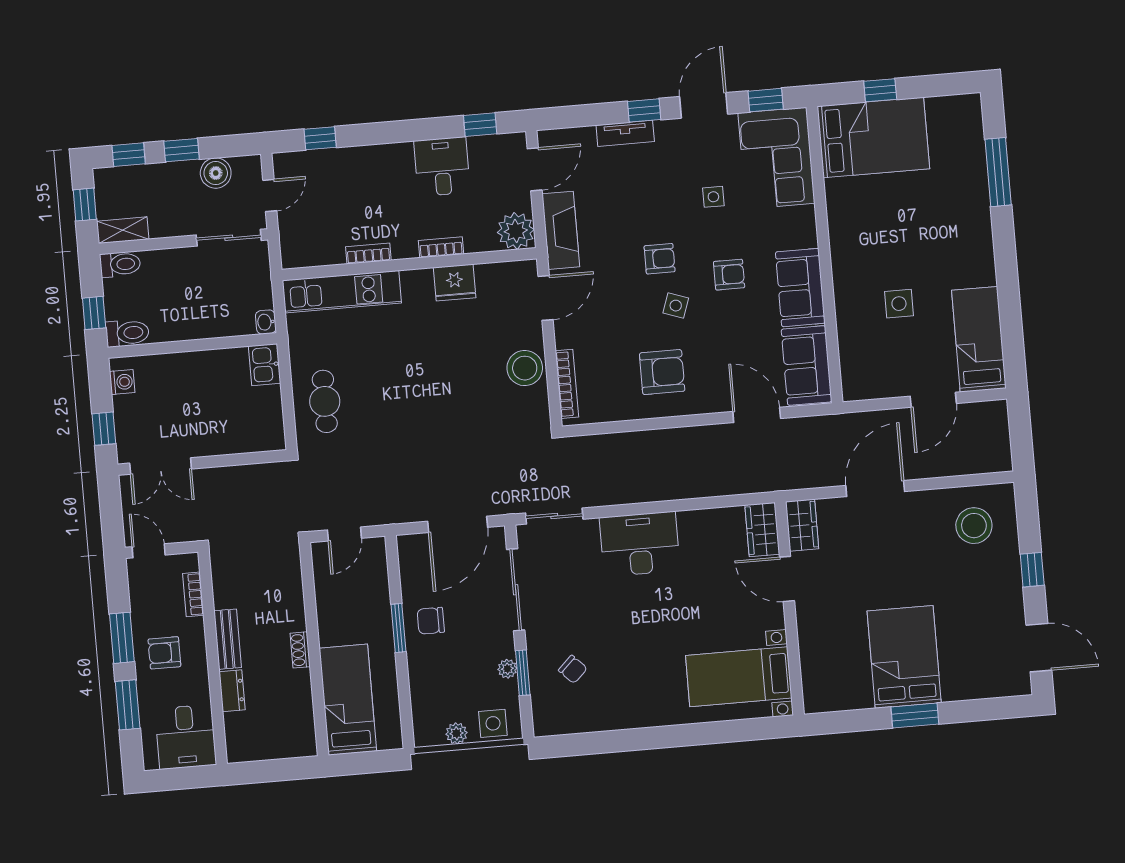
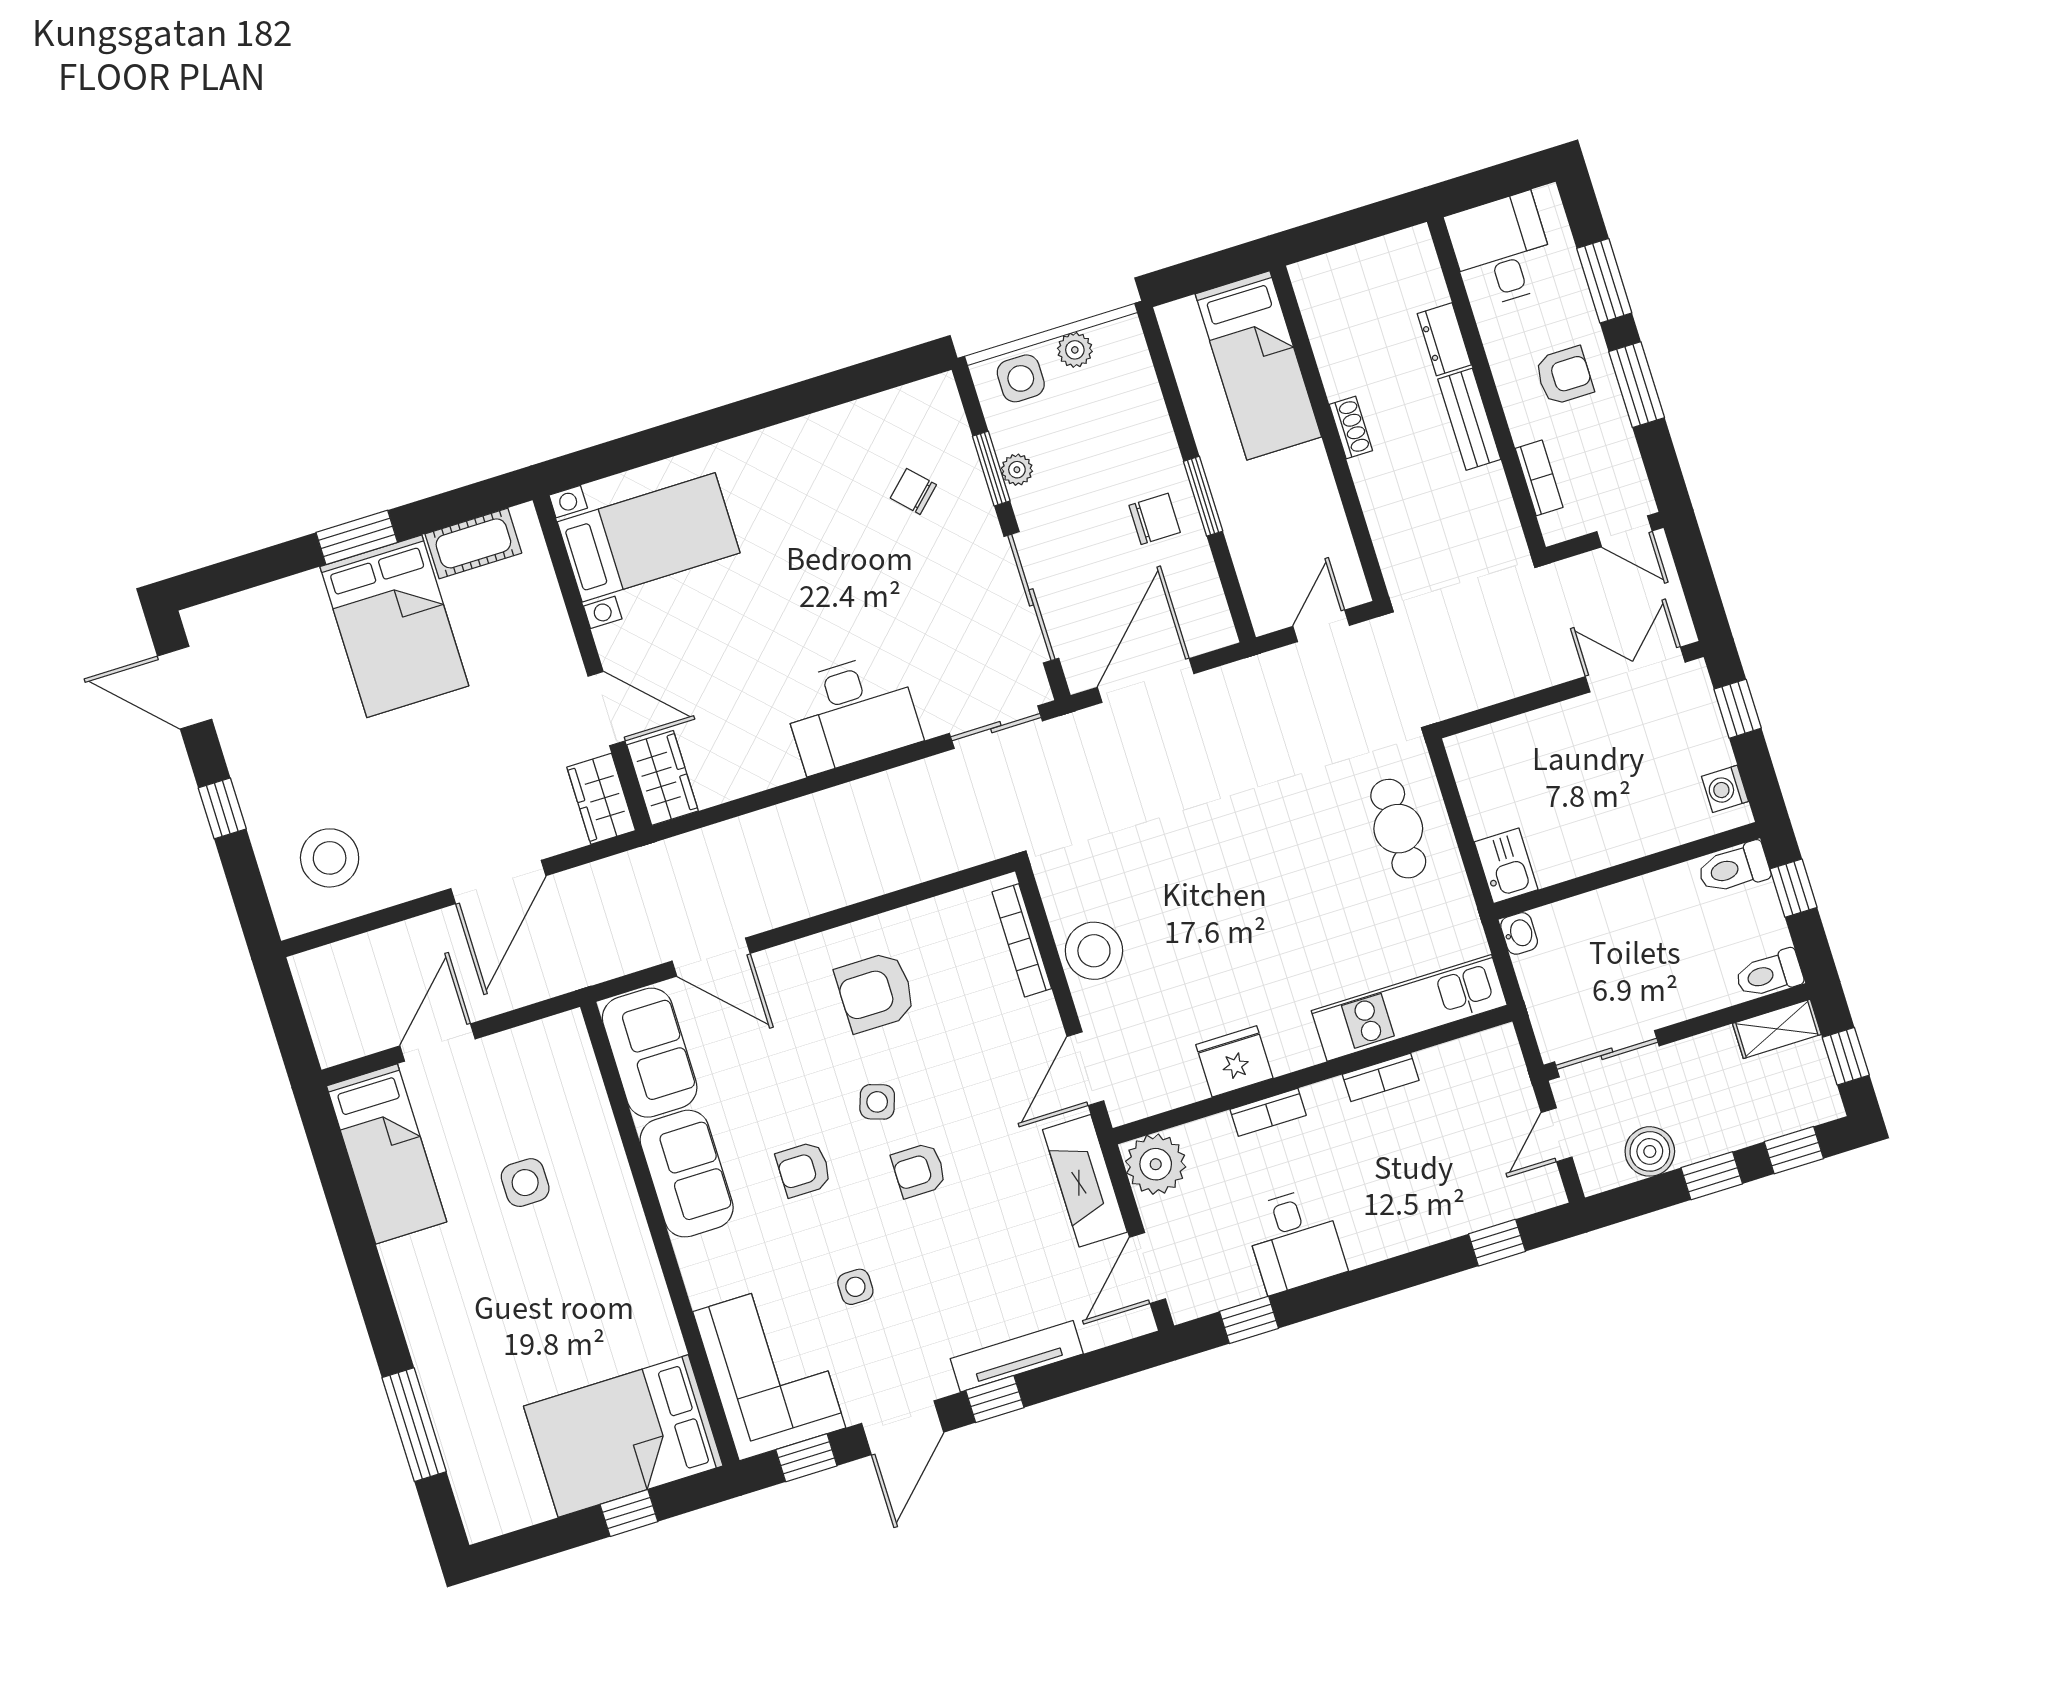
tv unit: (625, 133) -> (1017, 1356), width x1.41
cot: (845, 696) -> (473, 543), added

